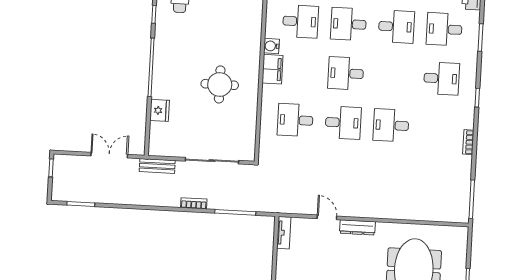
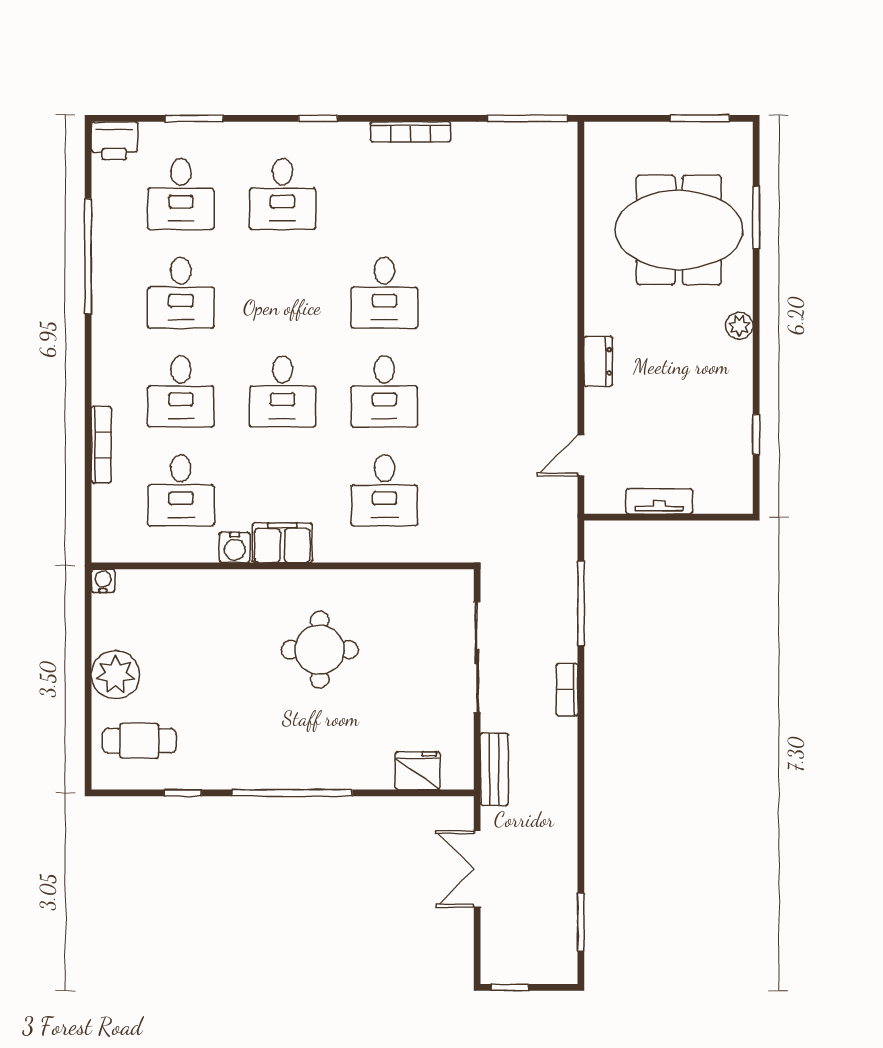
desk: (301, 21) -> (181, 490), turned 180
desk: (396, 27) -> (181, 293), turned 180
desk: (442, 79) -> (283, 194), turned 180
fridge: (160, 110) -> (418, 771), moved
desk: (343, 123) -> (384, 392), turned 180
bookcase: (468, 142) -> (410, 132), width x1.56
door: (327, 217) -> (581, 455), moved
dresser: (357, 227) -> (598, 361), width x0.70
tv unit: (284, 233) -> (659, 501), moved

